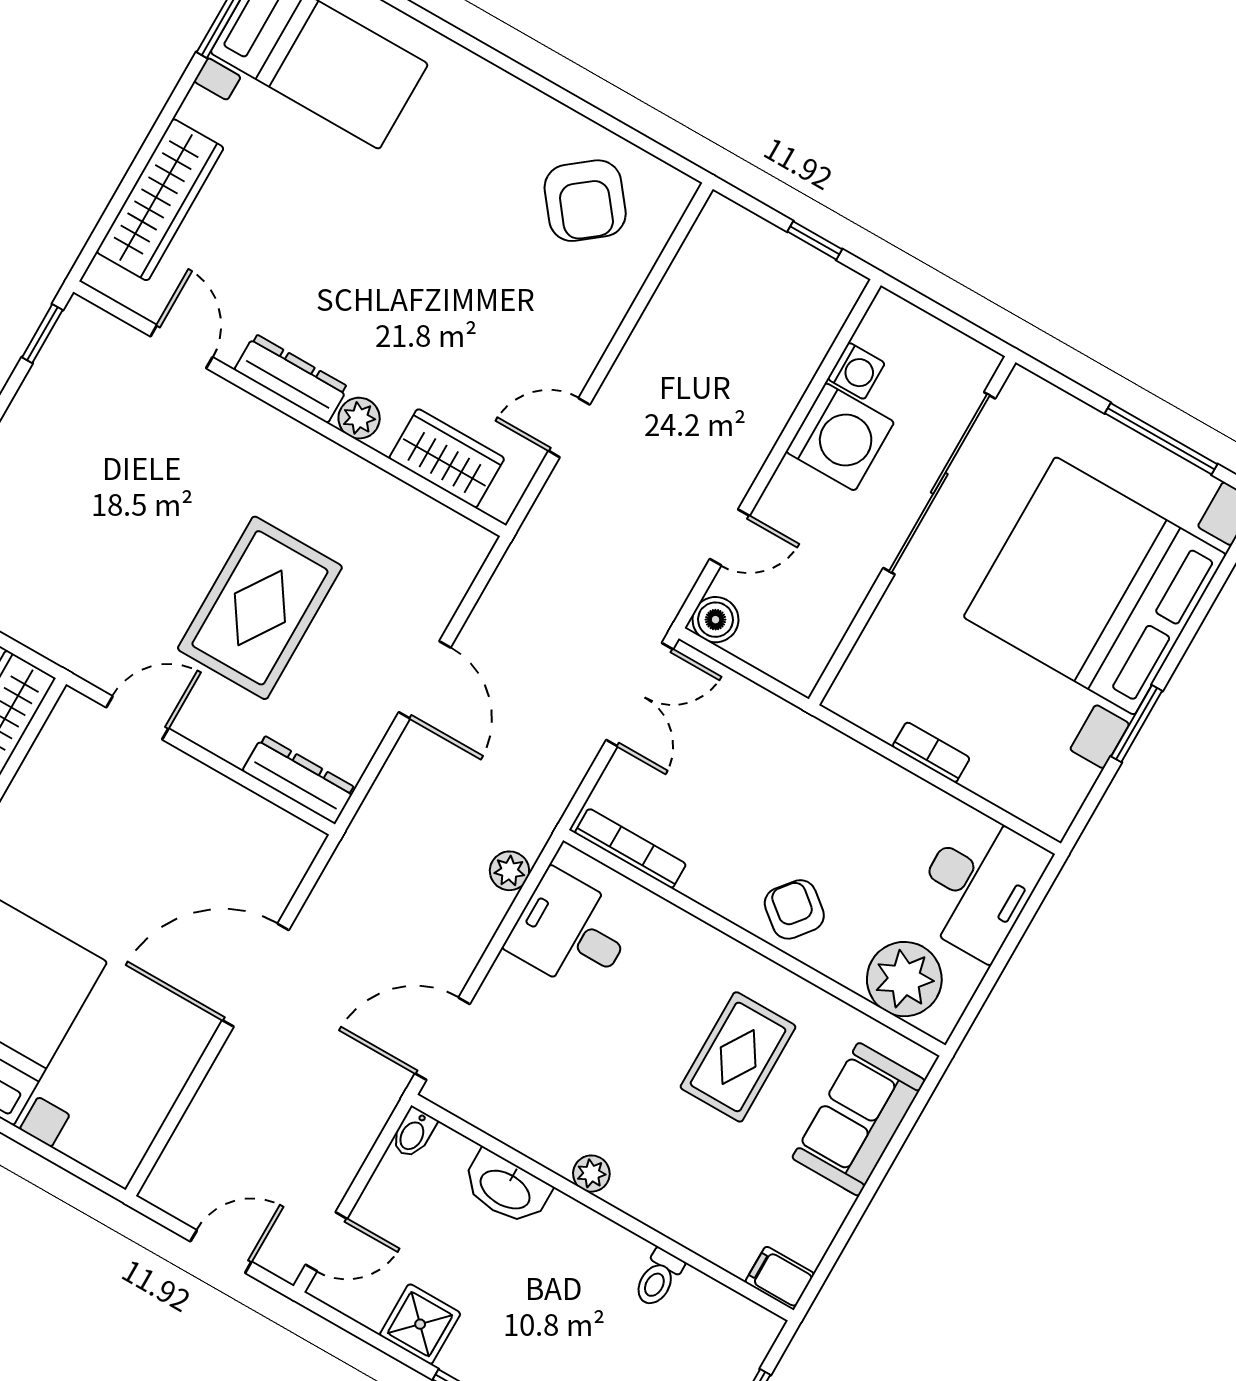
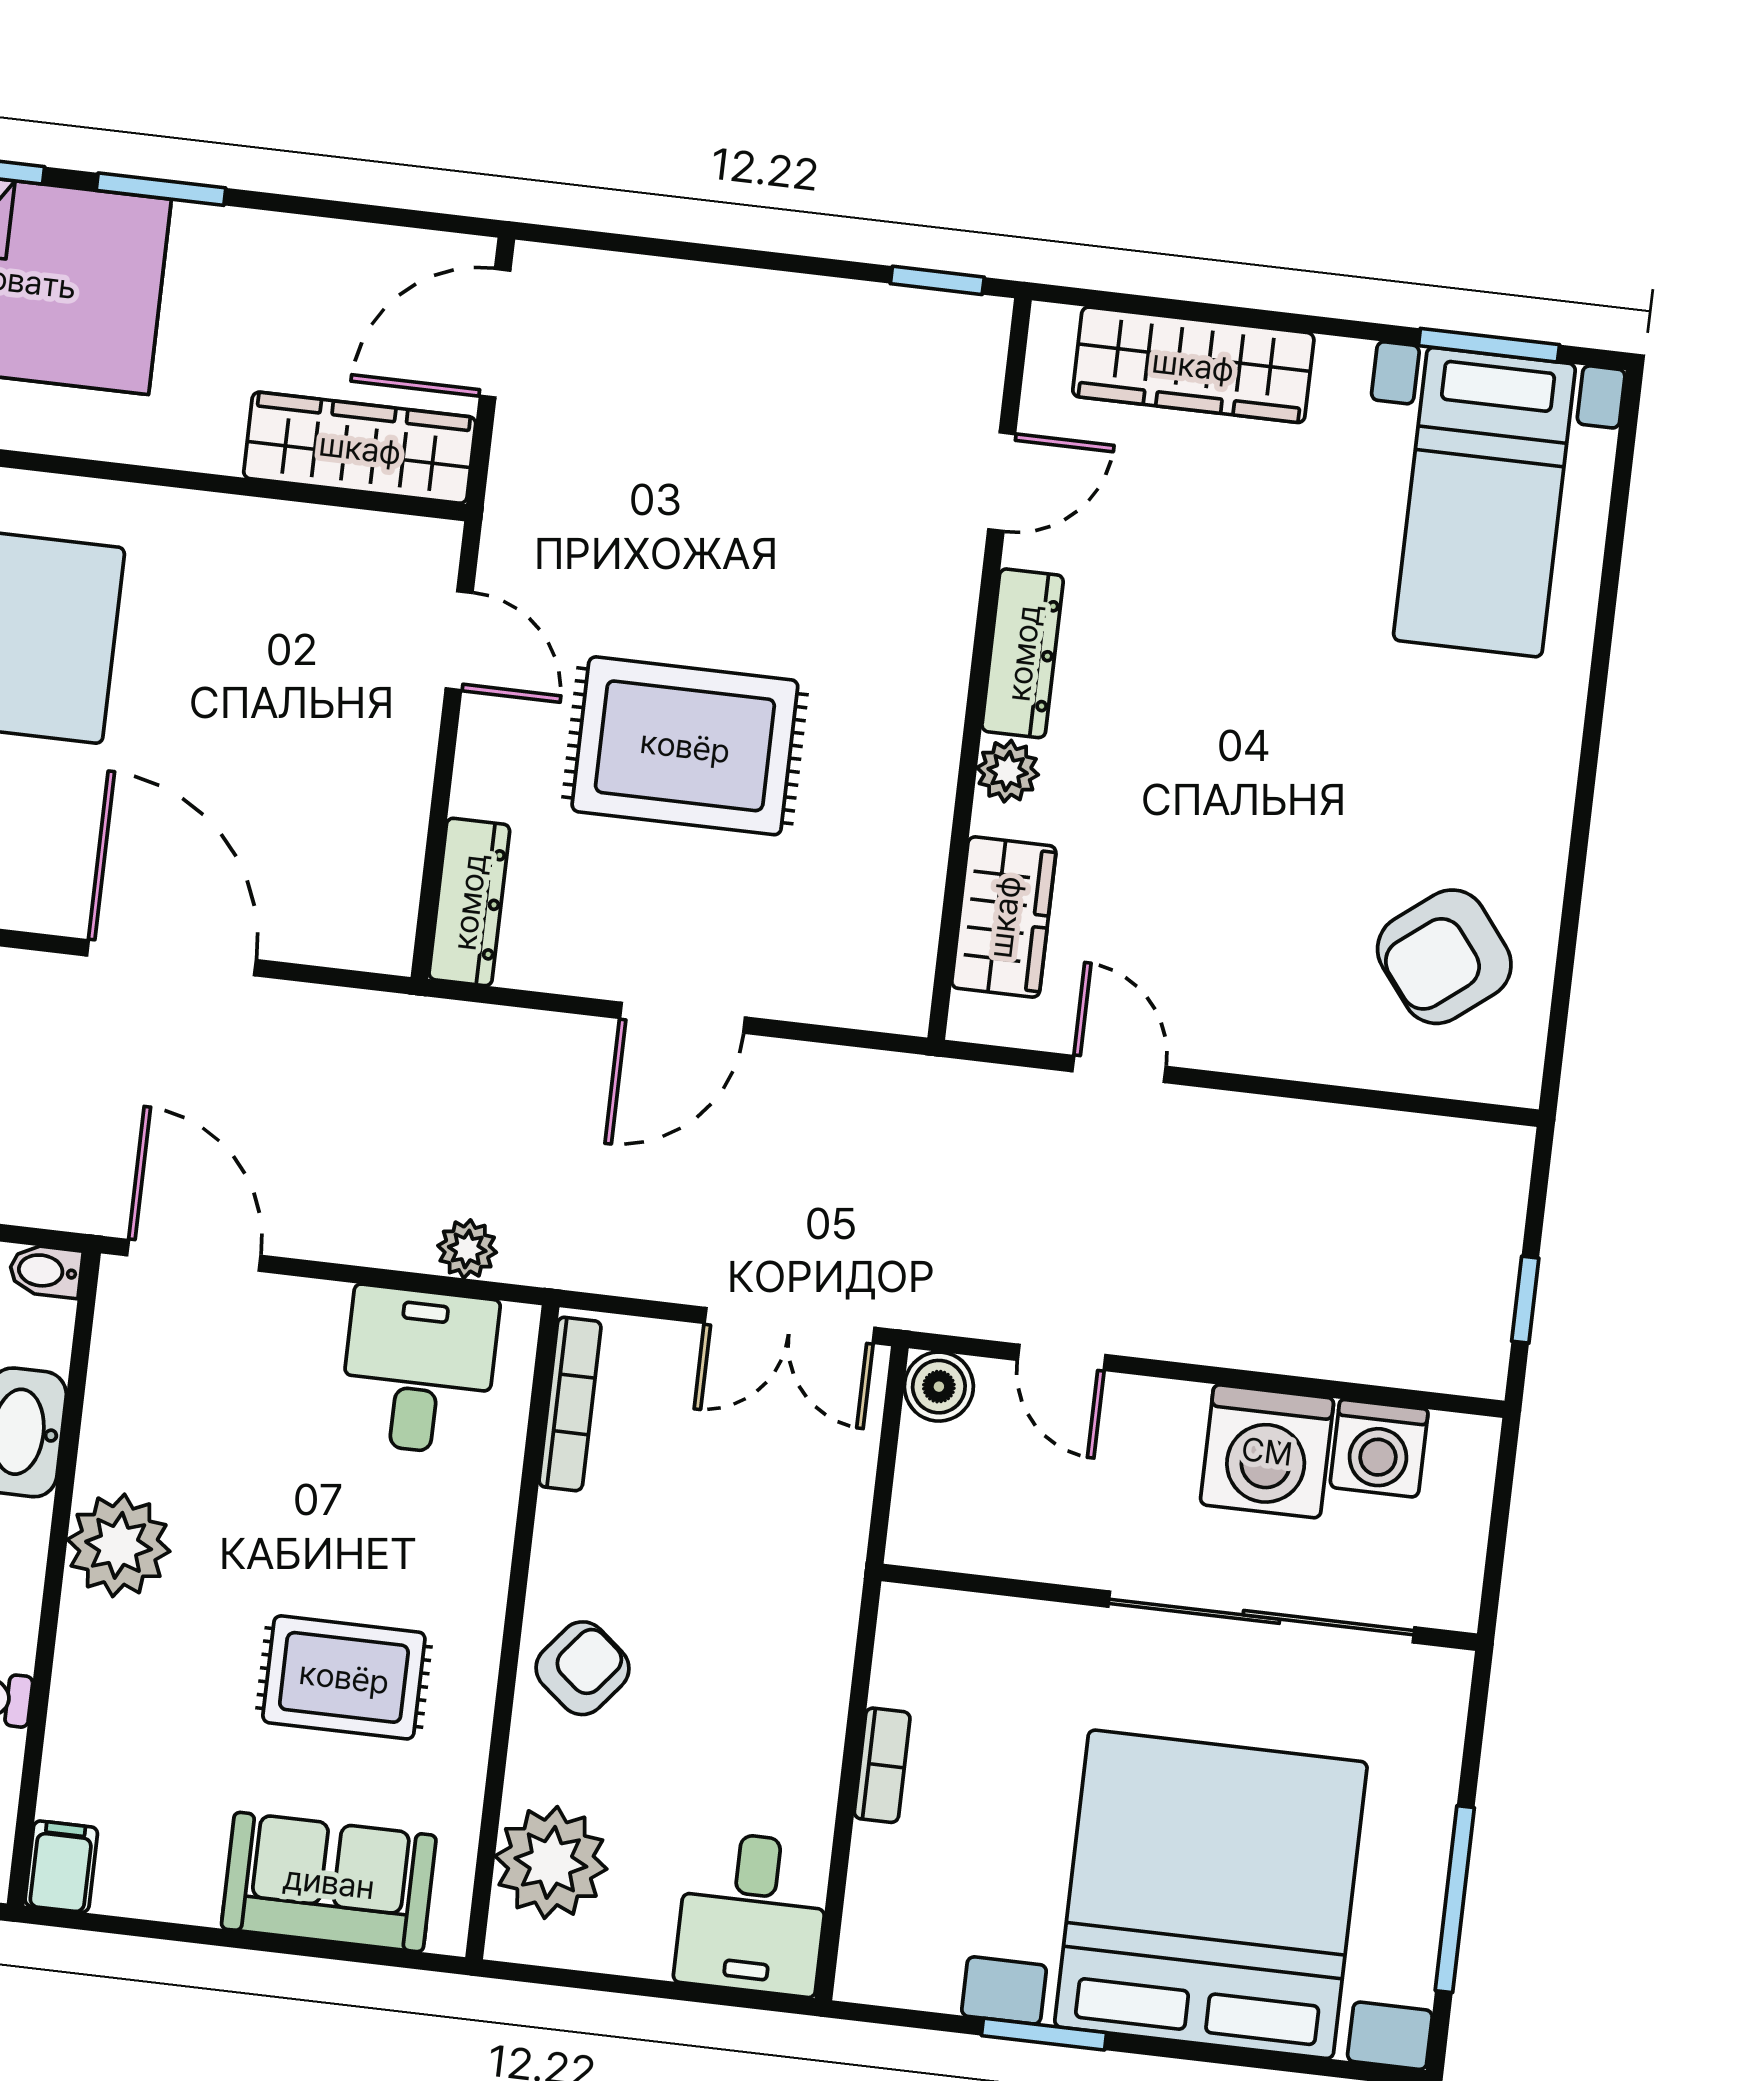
washing machine: (856, 371) -> (1379, 1448), width x1.38, depth x1.38
desk: (979, 885) -> (753, 1913), width x0.73
plant: (591, 1174) -> (119, 1545), width x1.88, depth x1.88

